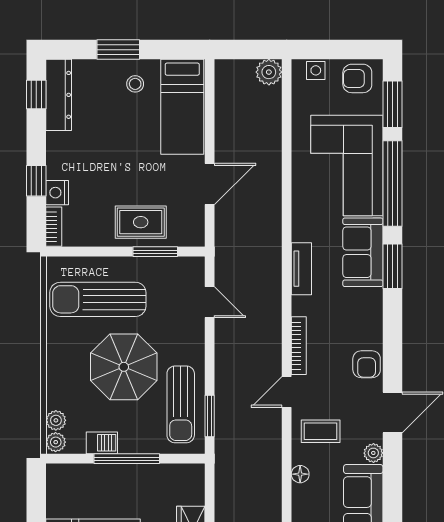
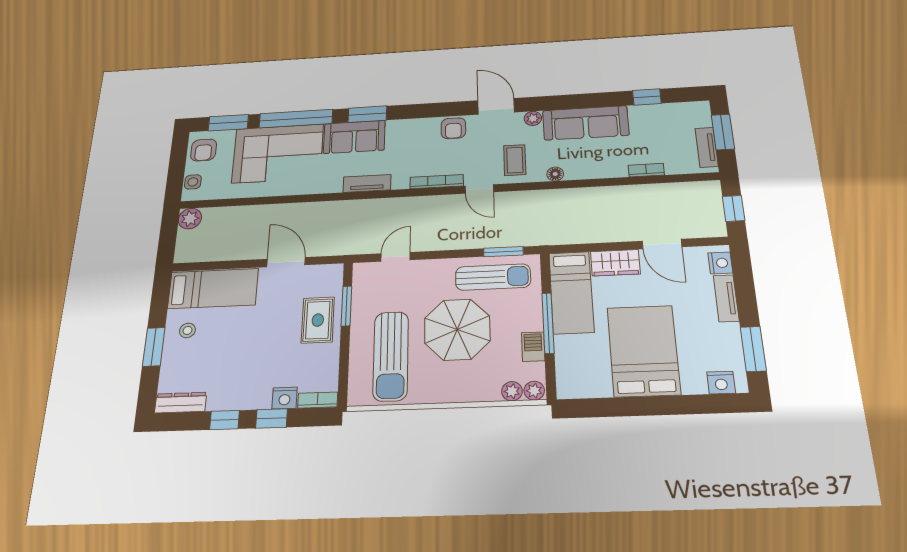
window: (36, 95) -> (225, 420), moved
dresser: (59, 95) -> (181, 403), width x0.73, depth x0.80
armchair: (367, 364) -> (453, 128), turned 90
bed: (159, 484) -> (571, 292), added

